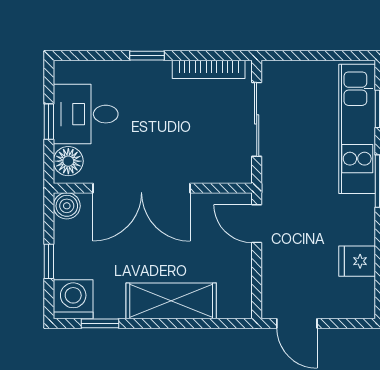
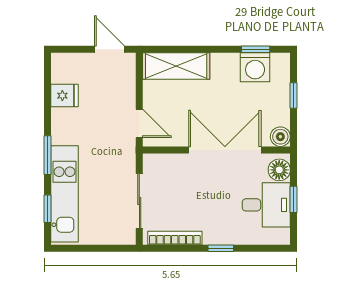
washing machine: (73, 299) -> (255, 67), moved
shelving: (171, 301) -> (176, 66), moved

